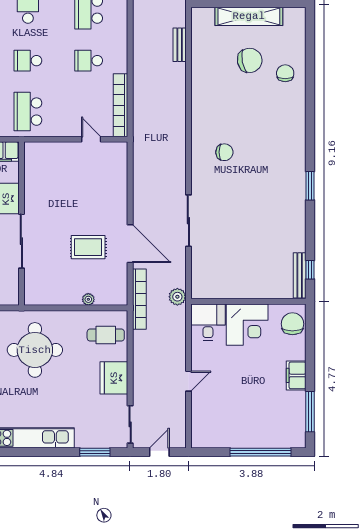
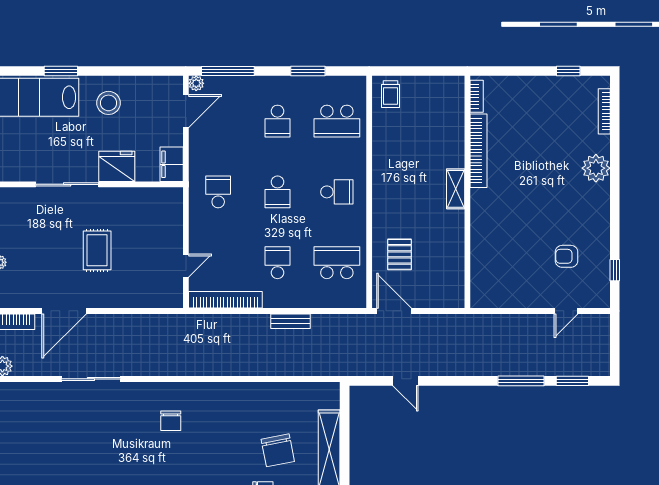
bench: (180, 45) -> (290, 321), moved
school desk: (28, 61) -> (277, 192), turned 180
school desk: (28, 112) -> (218, 192), width x0.54
rug: (88, 247) -> (97, 250), moved

